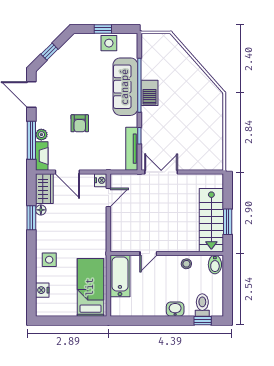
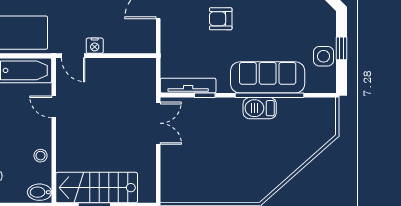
nightstand: (101, 180) -> (95, 46), moved
door: (108, 198) -> (73, 56), moved

